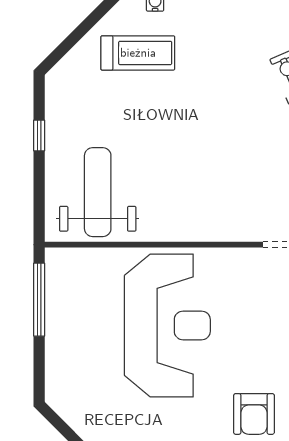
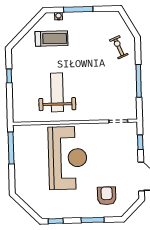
weight bench: (98, 192) -> (57, 92), moved
armchair: (254, 414) -> (107, 196), turned 180

